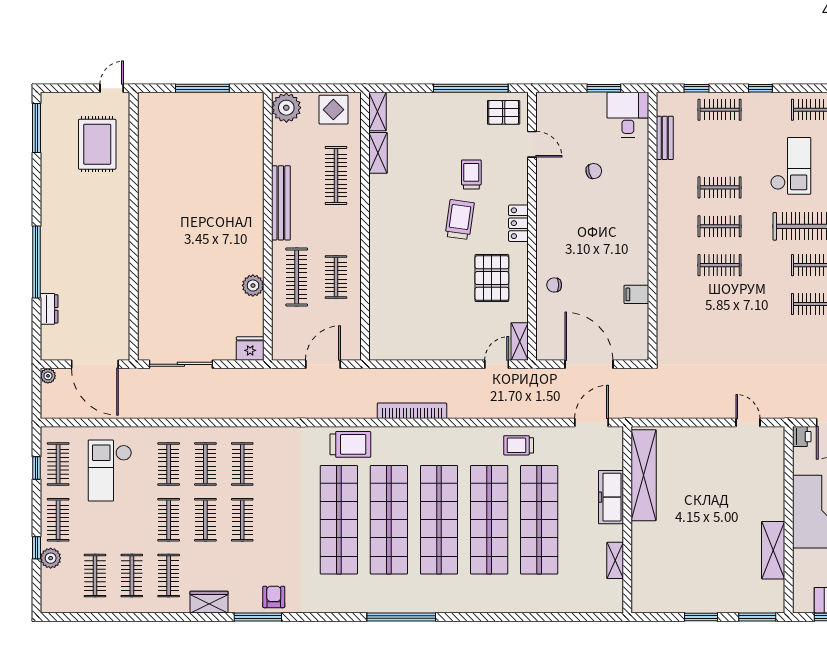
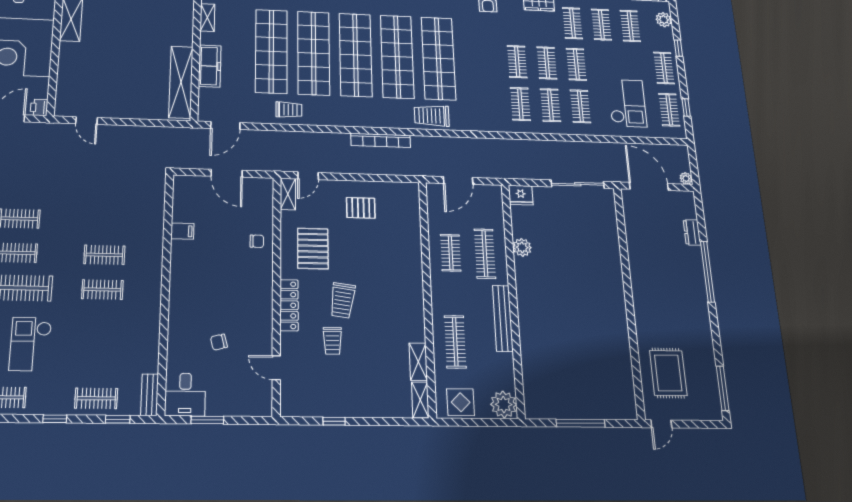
window: (471, 88) -> (334, 421), width x0.32
pallet: (504, 112) -> (361, 208), moved
bench: (665, 138) -> (150, 395), moved
clothes rail: (720, 187) -> (100, 325), removed
locker: (518, 223) -> (289, 305), width x1.53
door: (589, 364) -> (227, 173), width x0.73
plant: (51, 558) -> (664, 20), moved

